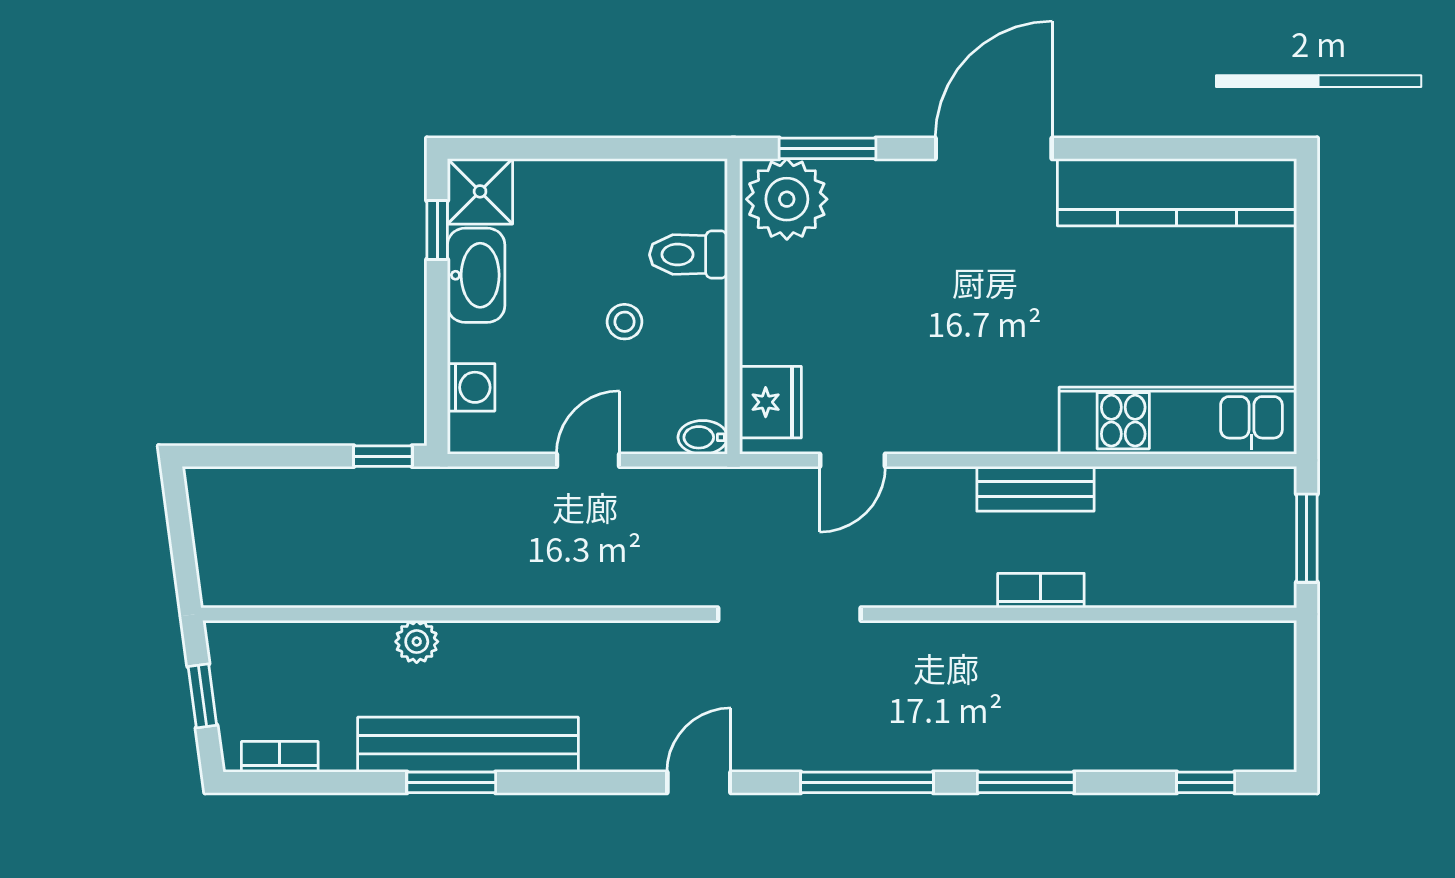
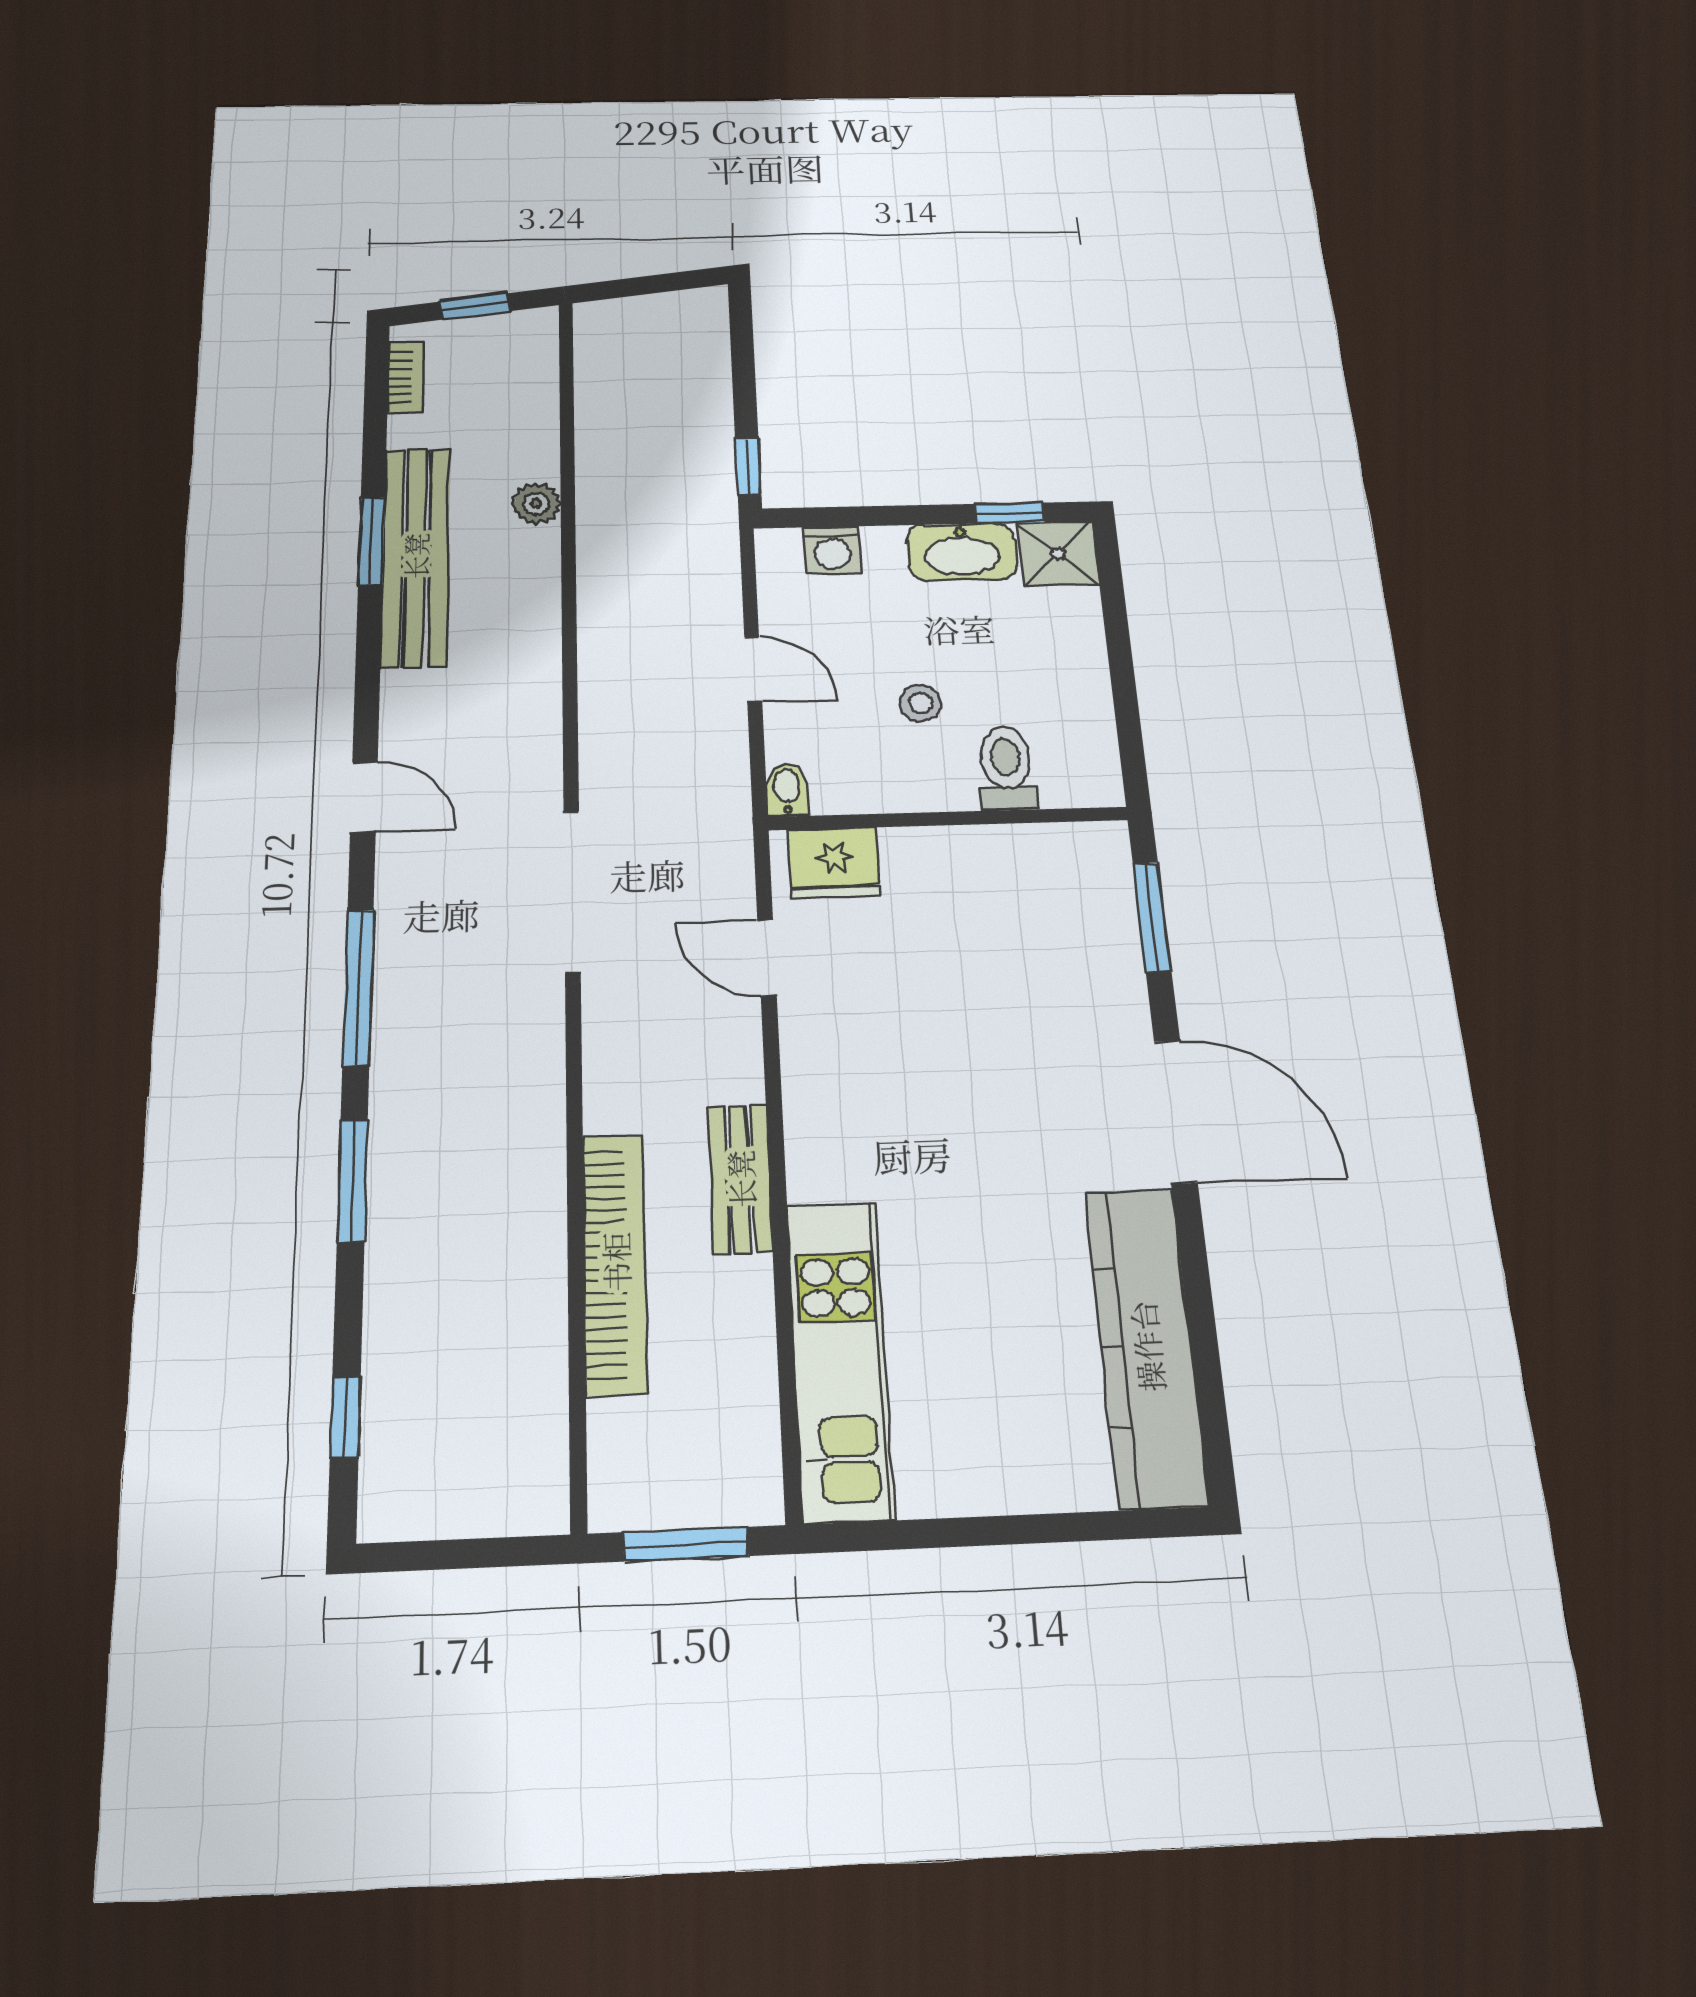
plant: (787, 199) -> (1085, 873), removed
bookcase: (1041, 591) -> (615, 1262), width x2.31, depth x1.31

